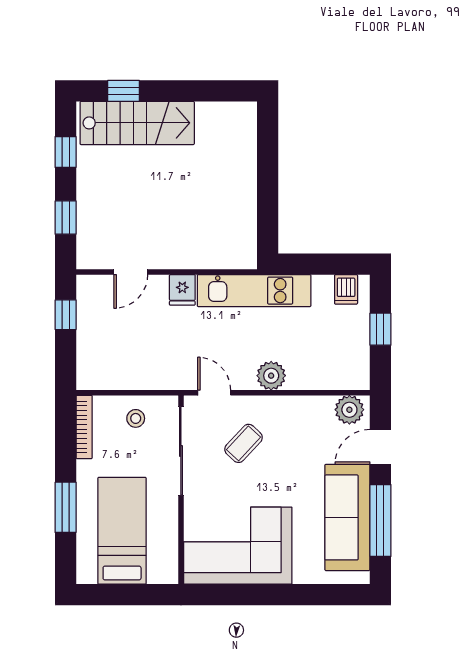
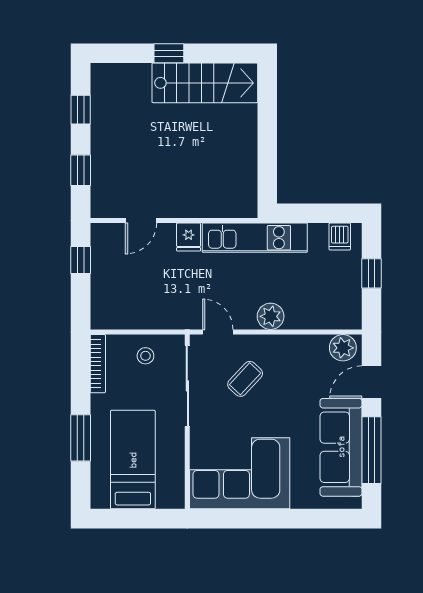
window: (124, 91) -> (169, 53), moved
stairs: (137, 123) -> (205, 83), moved

